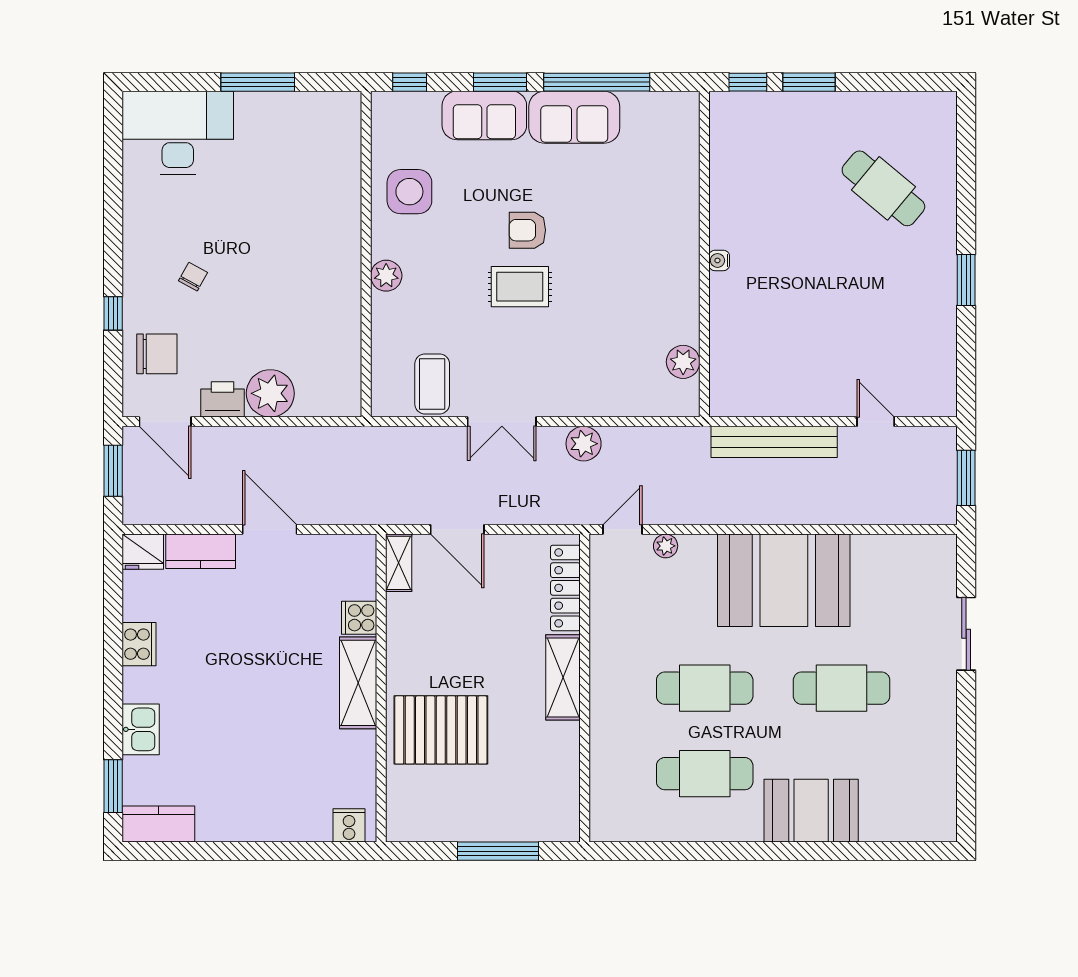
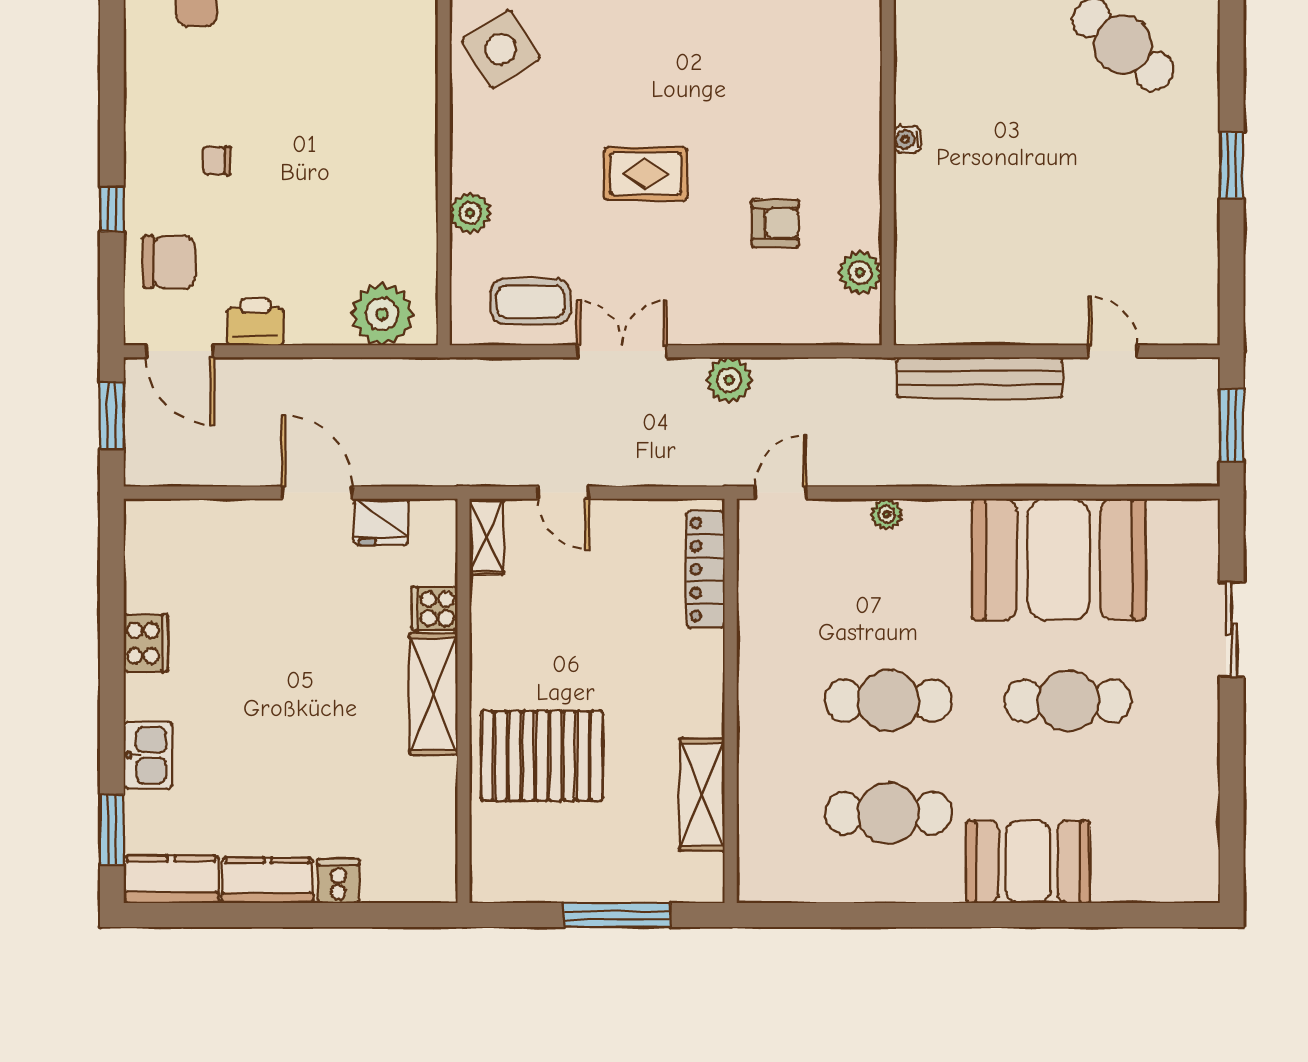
side table: (409, 192) -> (501, 49), turned -32
armchair: (527, 230) -> (775, 223), moved, turned 180
plant: (386, 276) -> (470, 213), moved
chair: (193, 277) -> (217, 161), turned -119
coffee table: (432, 384) -> (531, 302), turned 90
plant: (270, 393) -> (382, 314), moved
double door: (502, 422) -> (622, 351), swing flipped
door: (457, 529) -> (563, 493), width x0.73
plant: (666, 546) -> (887, 514), moved
kitchen counter: (201, 551) -> (268, 880), moved, turned 180
fridge: (143, 552) -> (381, 522), moved
booth: (784, 580) -> (1059, 559), moved
shelving: (563, 677) -> (702, 795), moved
cooker: (349, 825) -> (339, 881), moved

